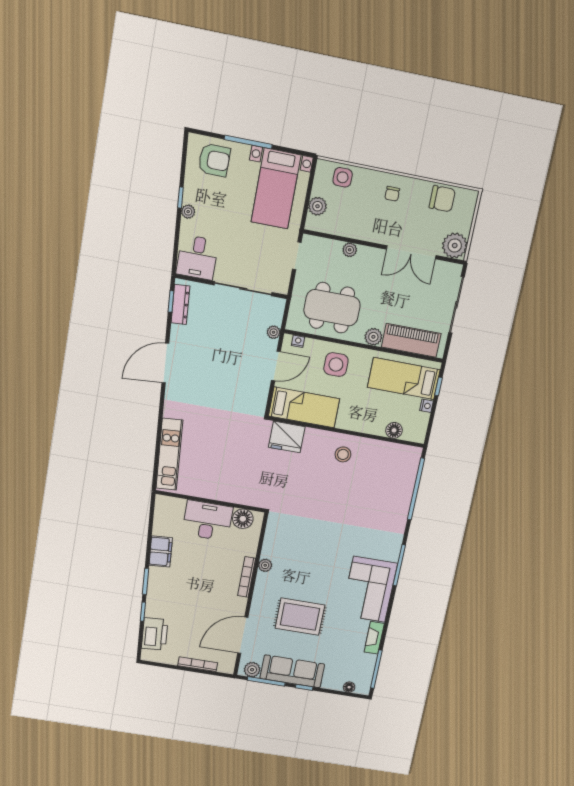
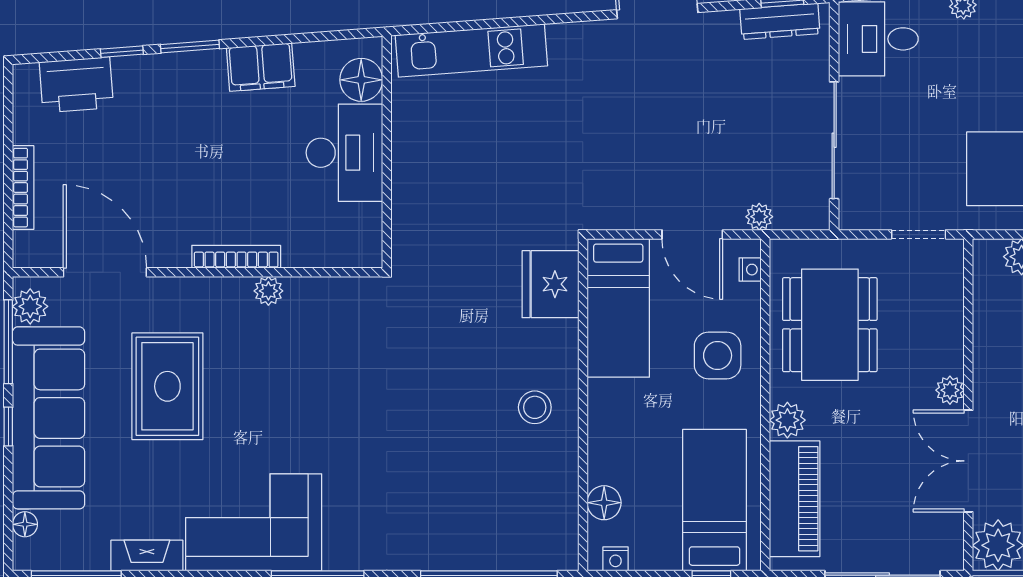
plant: (350, 250) -> (950, 390), moved
nightstand: (426, 406) -> (615, 559), moved
floor lamp: (243, 519) -> (361, 80), moved
sofa: (292, 671) -> (49, 418), width x1.36, depth x1.27

